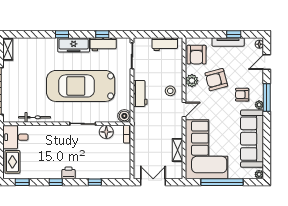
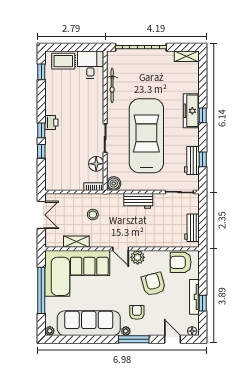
freezer: (74, 45) -> (191, 111), moved
plant: (192, 81) -> (138, 257), moved
stool: (170, 91) -> (93, 215), moved
window: (56, 182) -> (41, 130), moved

